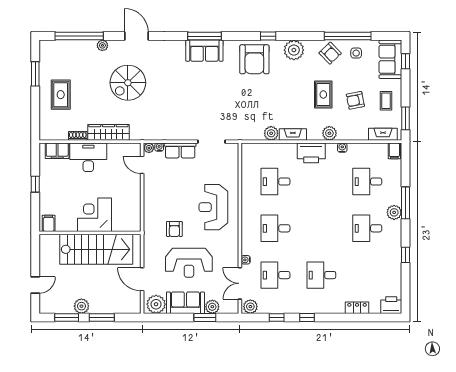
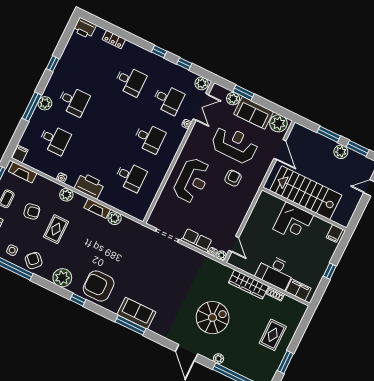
armchair: (254, 59) -> (99, 286), turned -90

